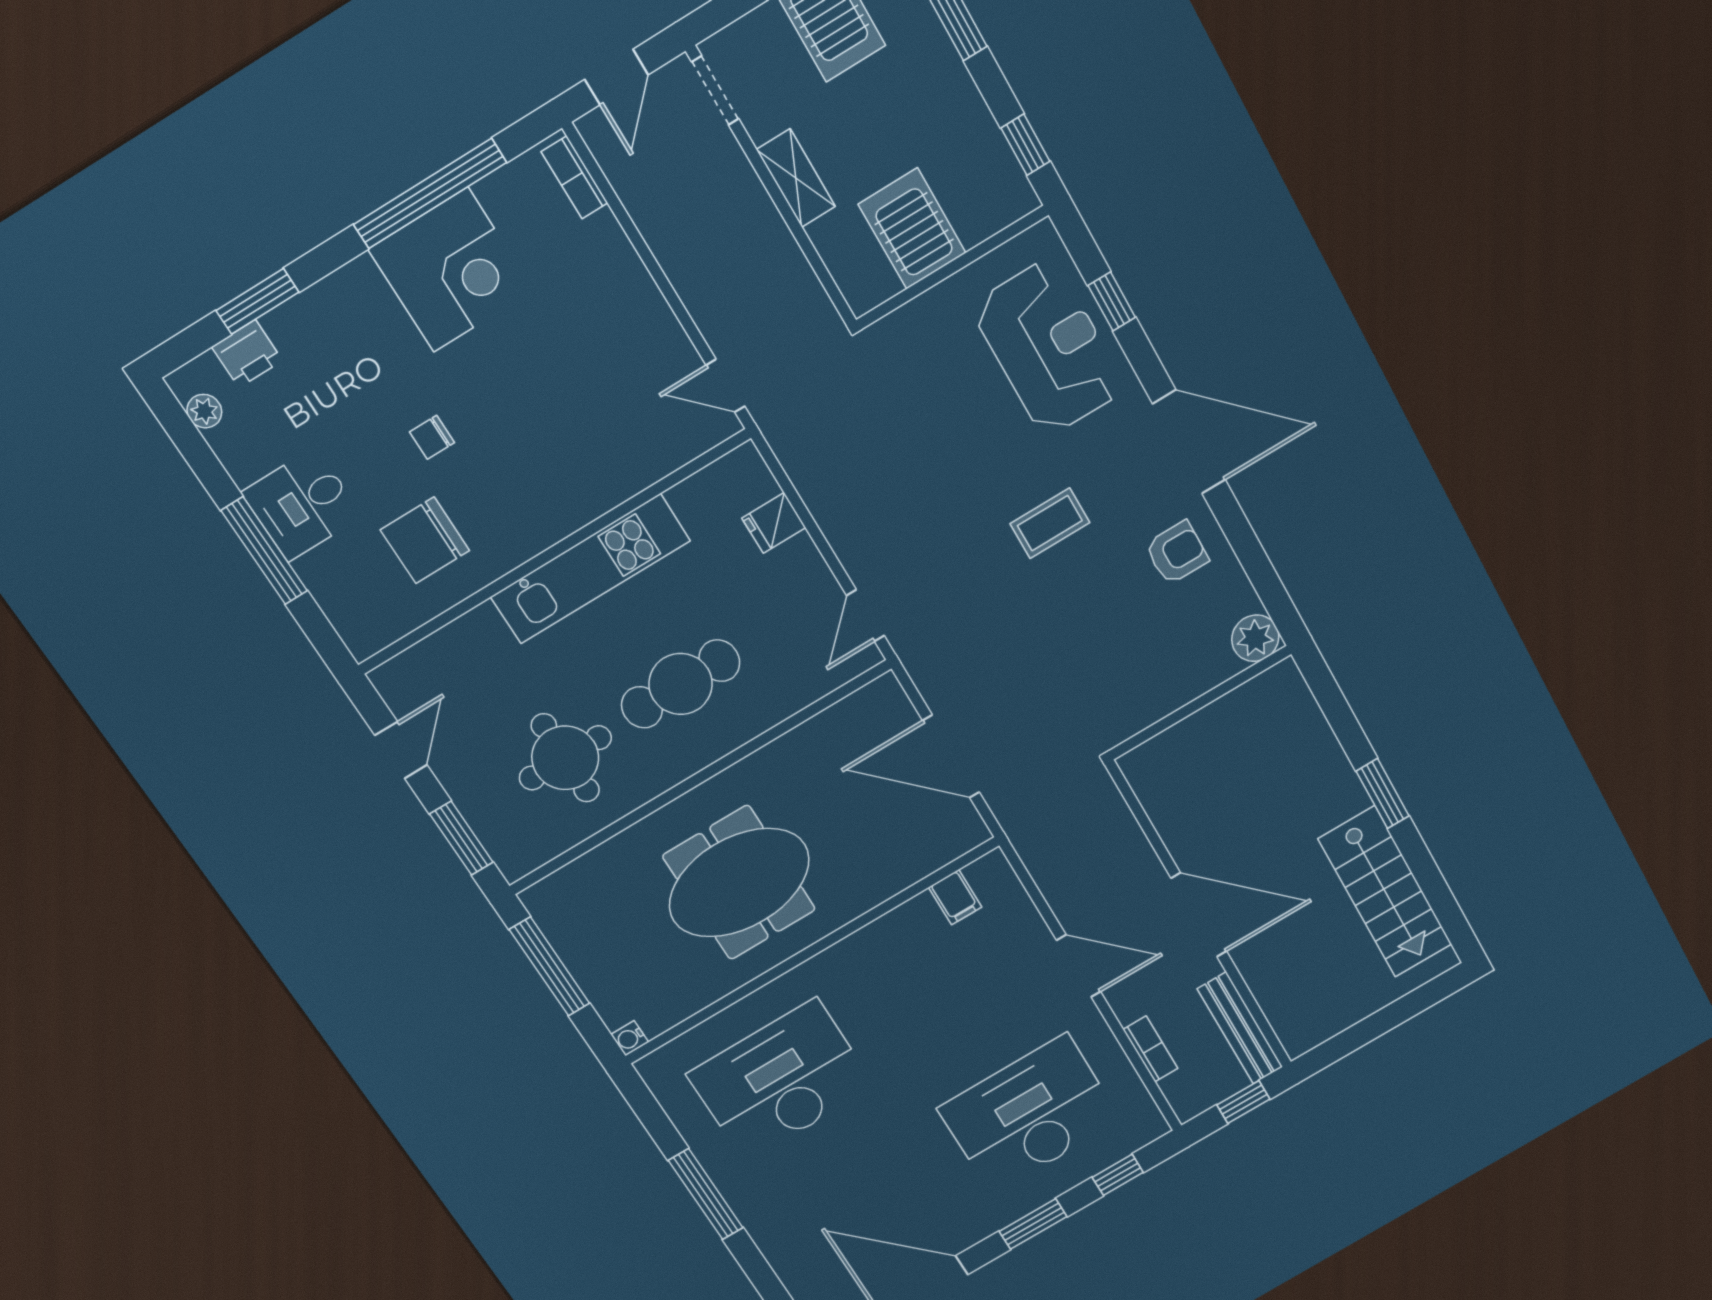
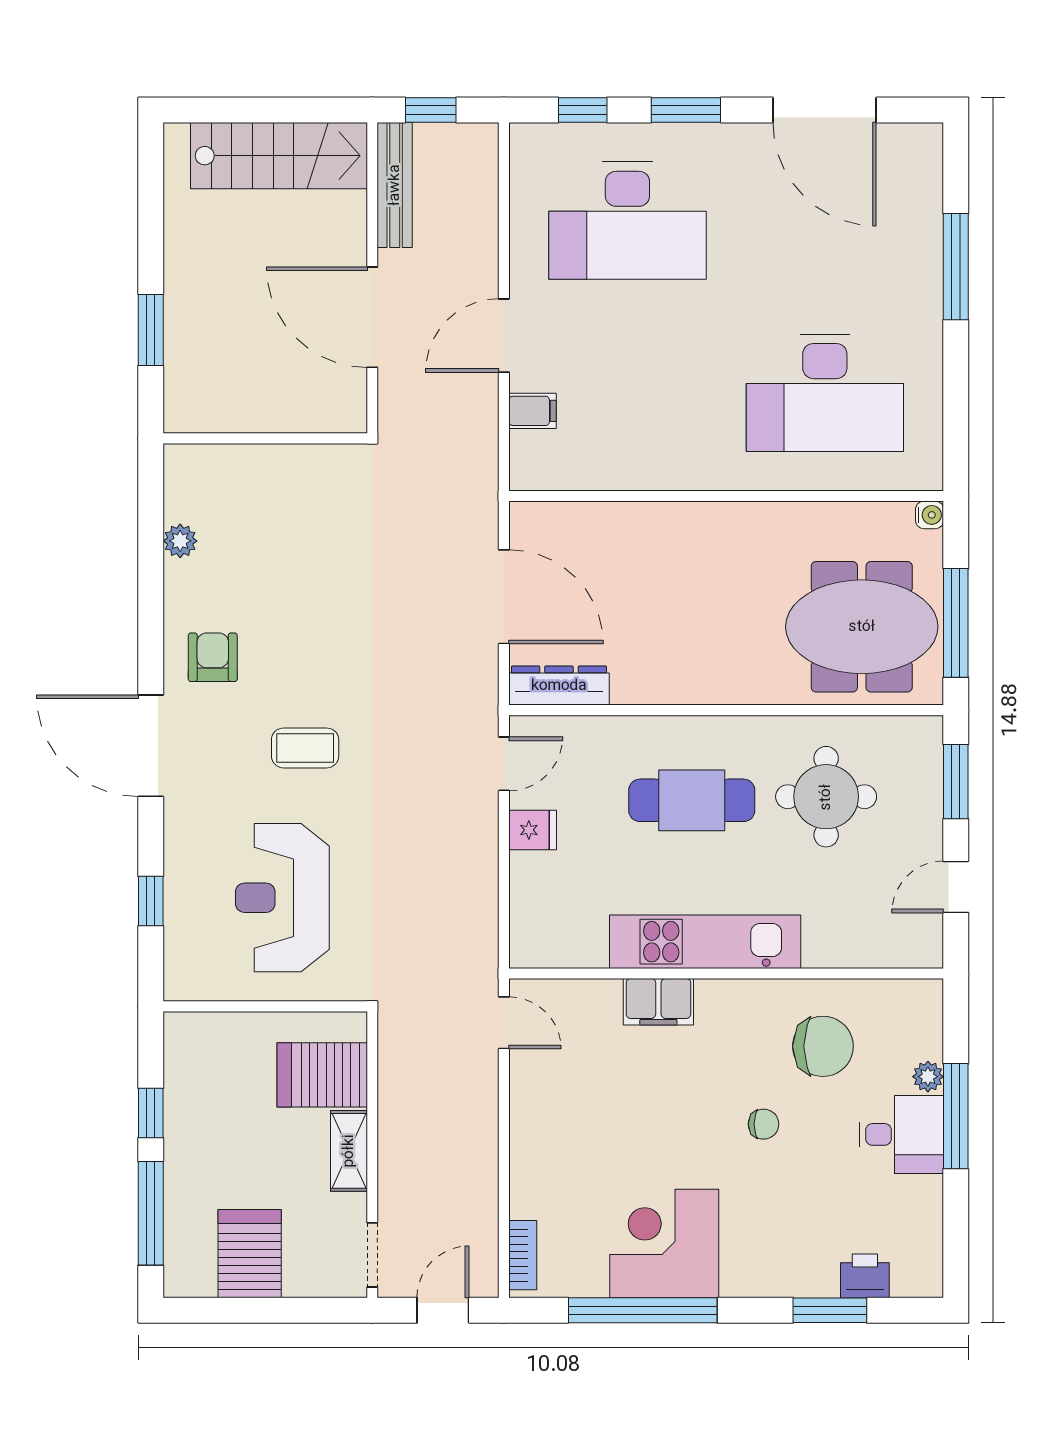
window: (1025, 145) -> (151, 1113), moved
server rack: (912, 229) -> (322, 1075), moved, turned 90
reception desk: (1048, 348) -> (282, 898), moved
plant: (204, 411) -> (928, 1077), moved
filing cabinet: (598, 490) -> (658, 1002), added
fridge: (774, 523) -> (533, 830), moved
armchair: (1177, 553) -> (213, 657), turned 90
plant: (1255, 638) -> (180, 541), width x0.73, depth x0.73
wall: (1200, 703) -> (265, 438), moved
dresser: (858, 711) -> (559, 686), added
meeting table: (739, 883) -> (862, 627), moved
stairs: (1385, 892) -> (279, 156), moved, turned 90
filing cabinet: (955, 897) -> (532, 411), moved, turned 90
door: (1079, 966) -> (504, 336), hinge flipped
bookcase: (1150, 1049) -> (485, 215), removed
window: (706, 1194) -> (956, 267), moved

